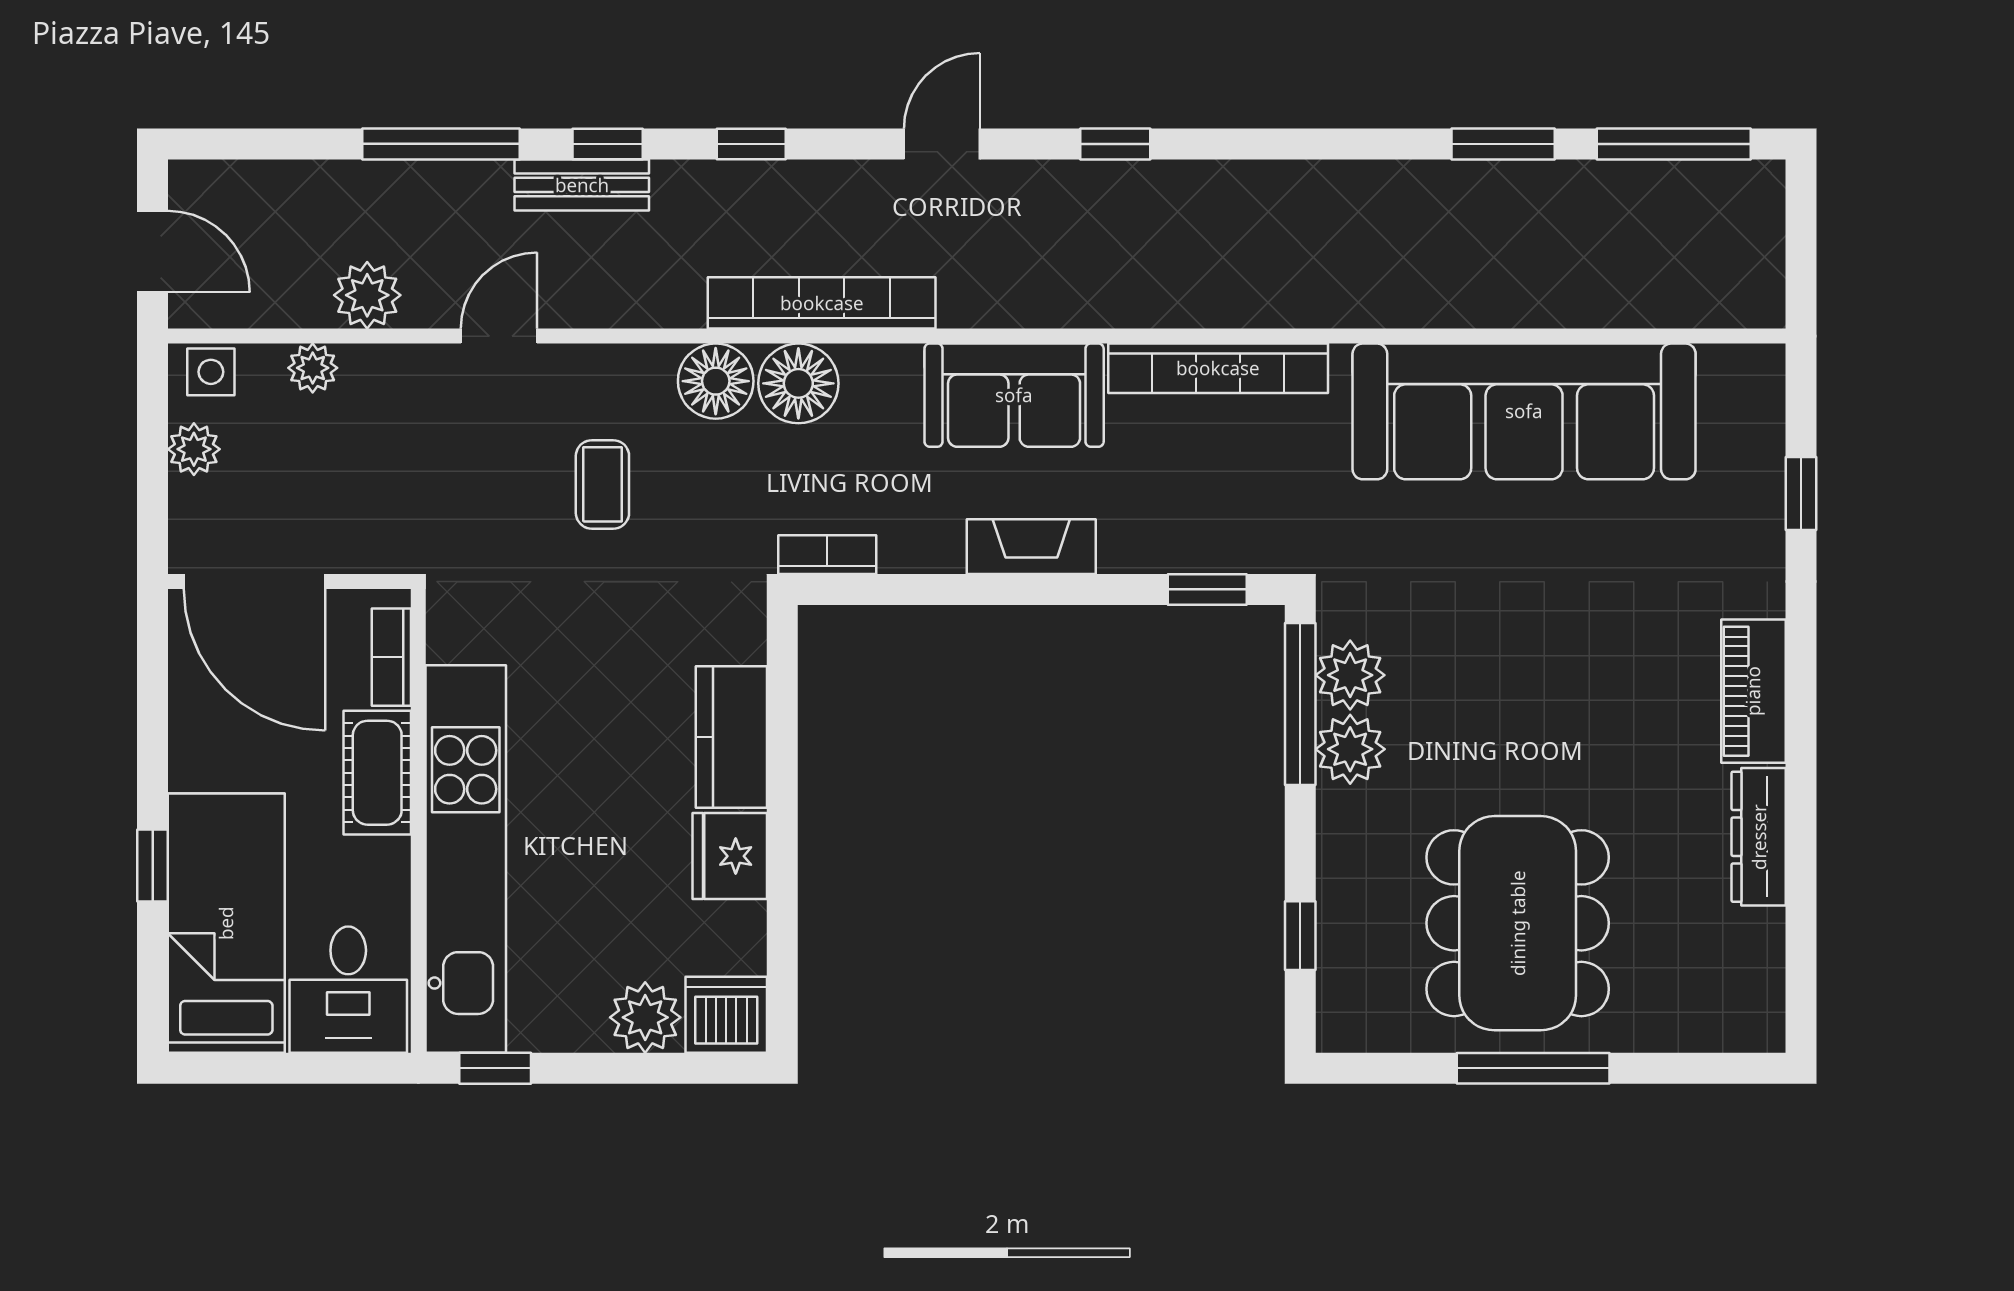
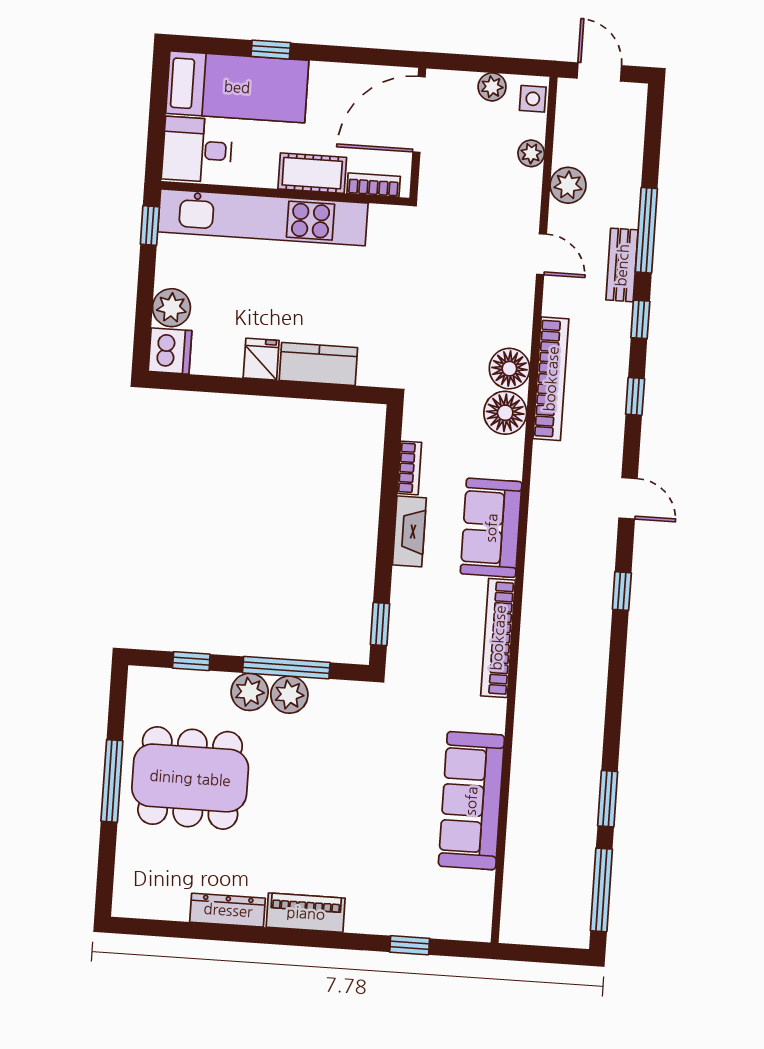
bench: (582, 185) -> (622, 265), moved
door: (153, 252) -> (599, 72), swing flipped
bookcase: (822, 303) -> (551, 379), moved
sofa: (1524, 411) -> (471, 801), width x0.74, depth x0.79
coffee table: (602, 484) -> (458, 304), removed
bookcase: (827, 555) -> (409, 468), moved
plant: (1350, 675) -> (250, 692), moved
window: (1300, 704) -> (286, 668), moved
fridge: (730, 856) -> (261, 359), width x0.72

